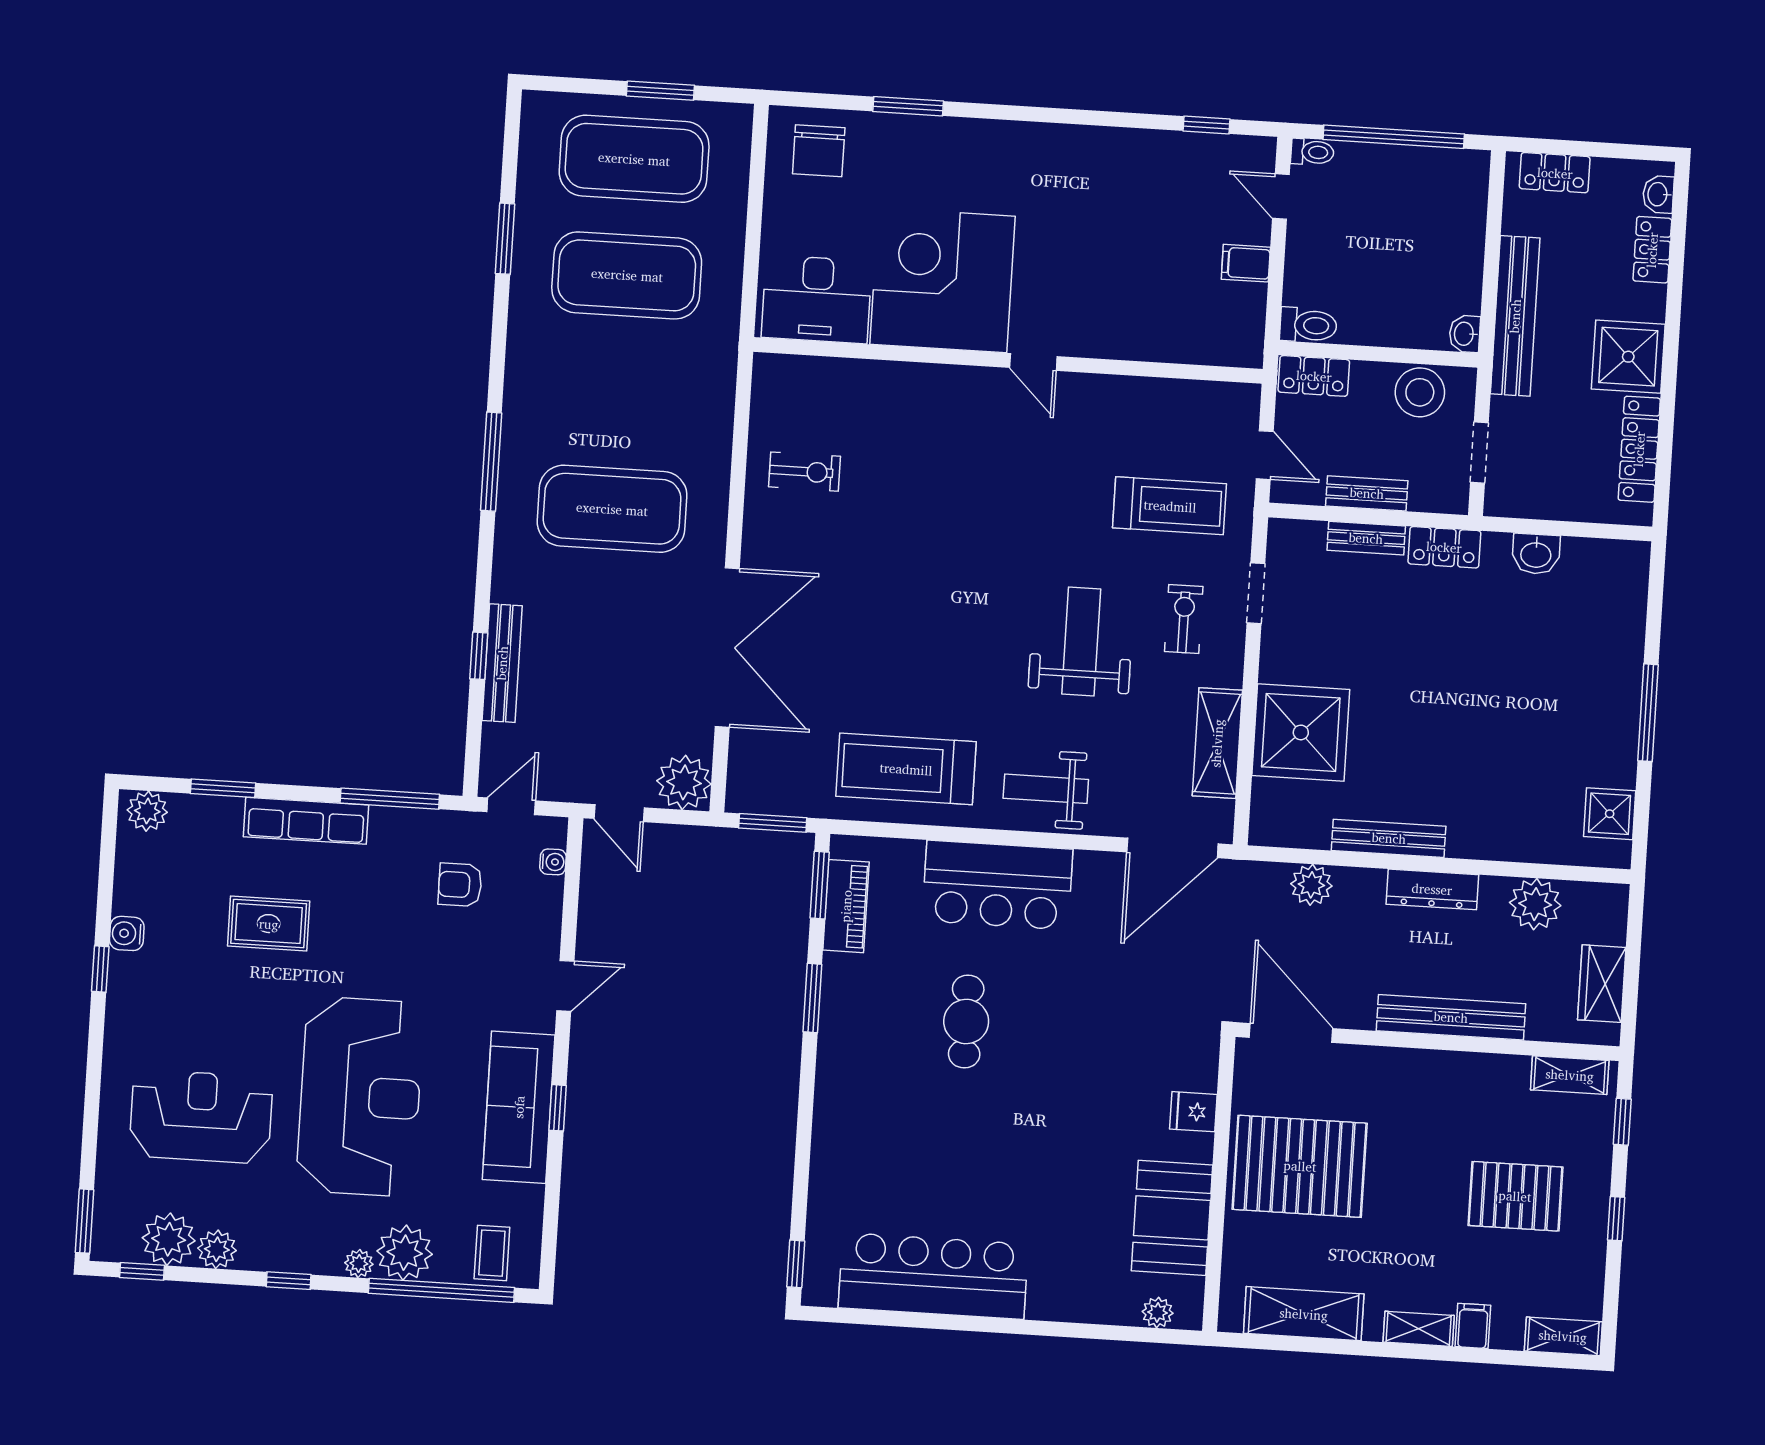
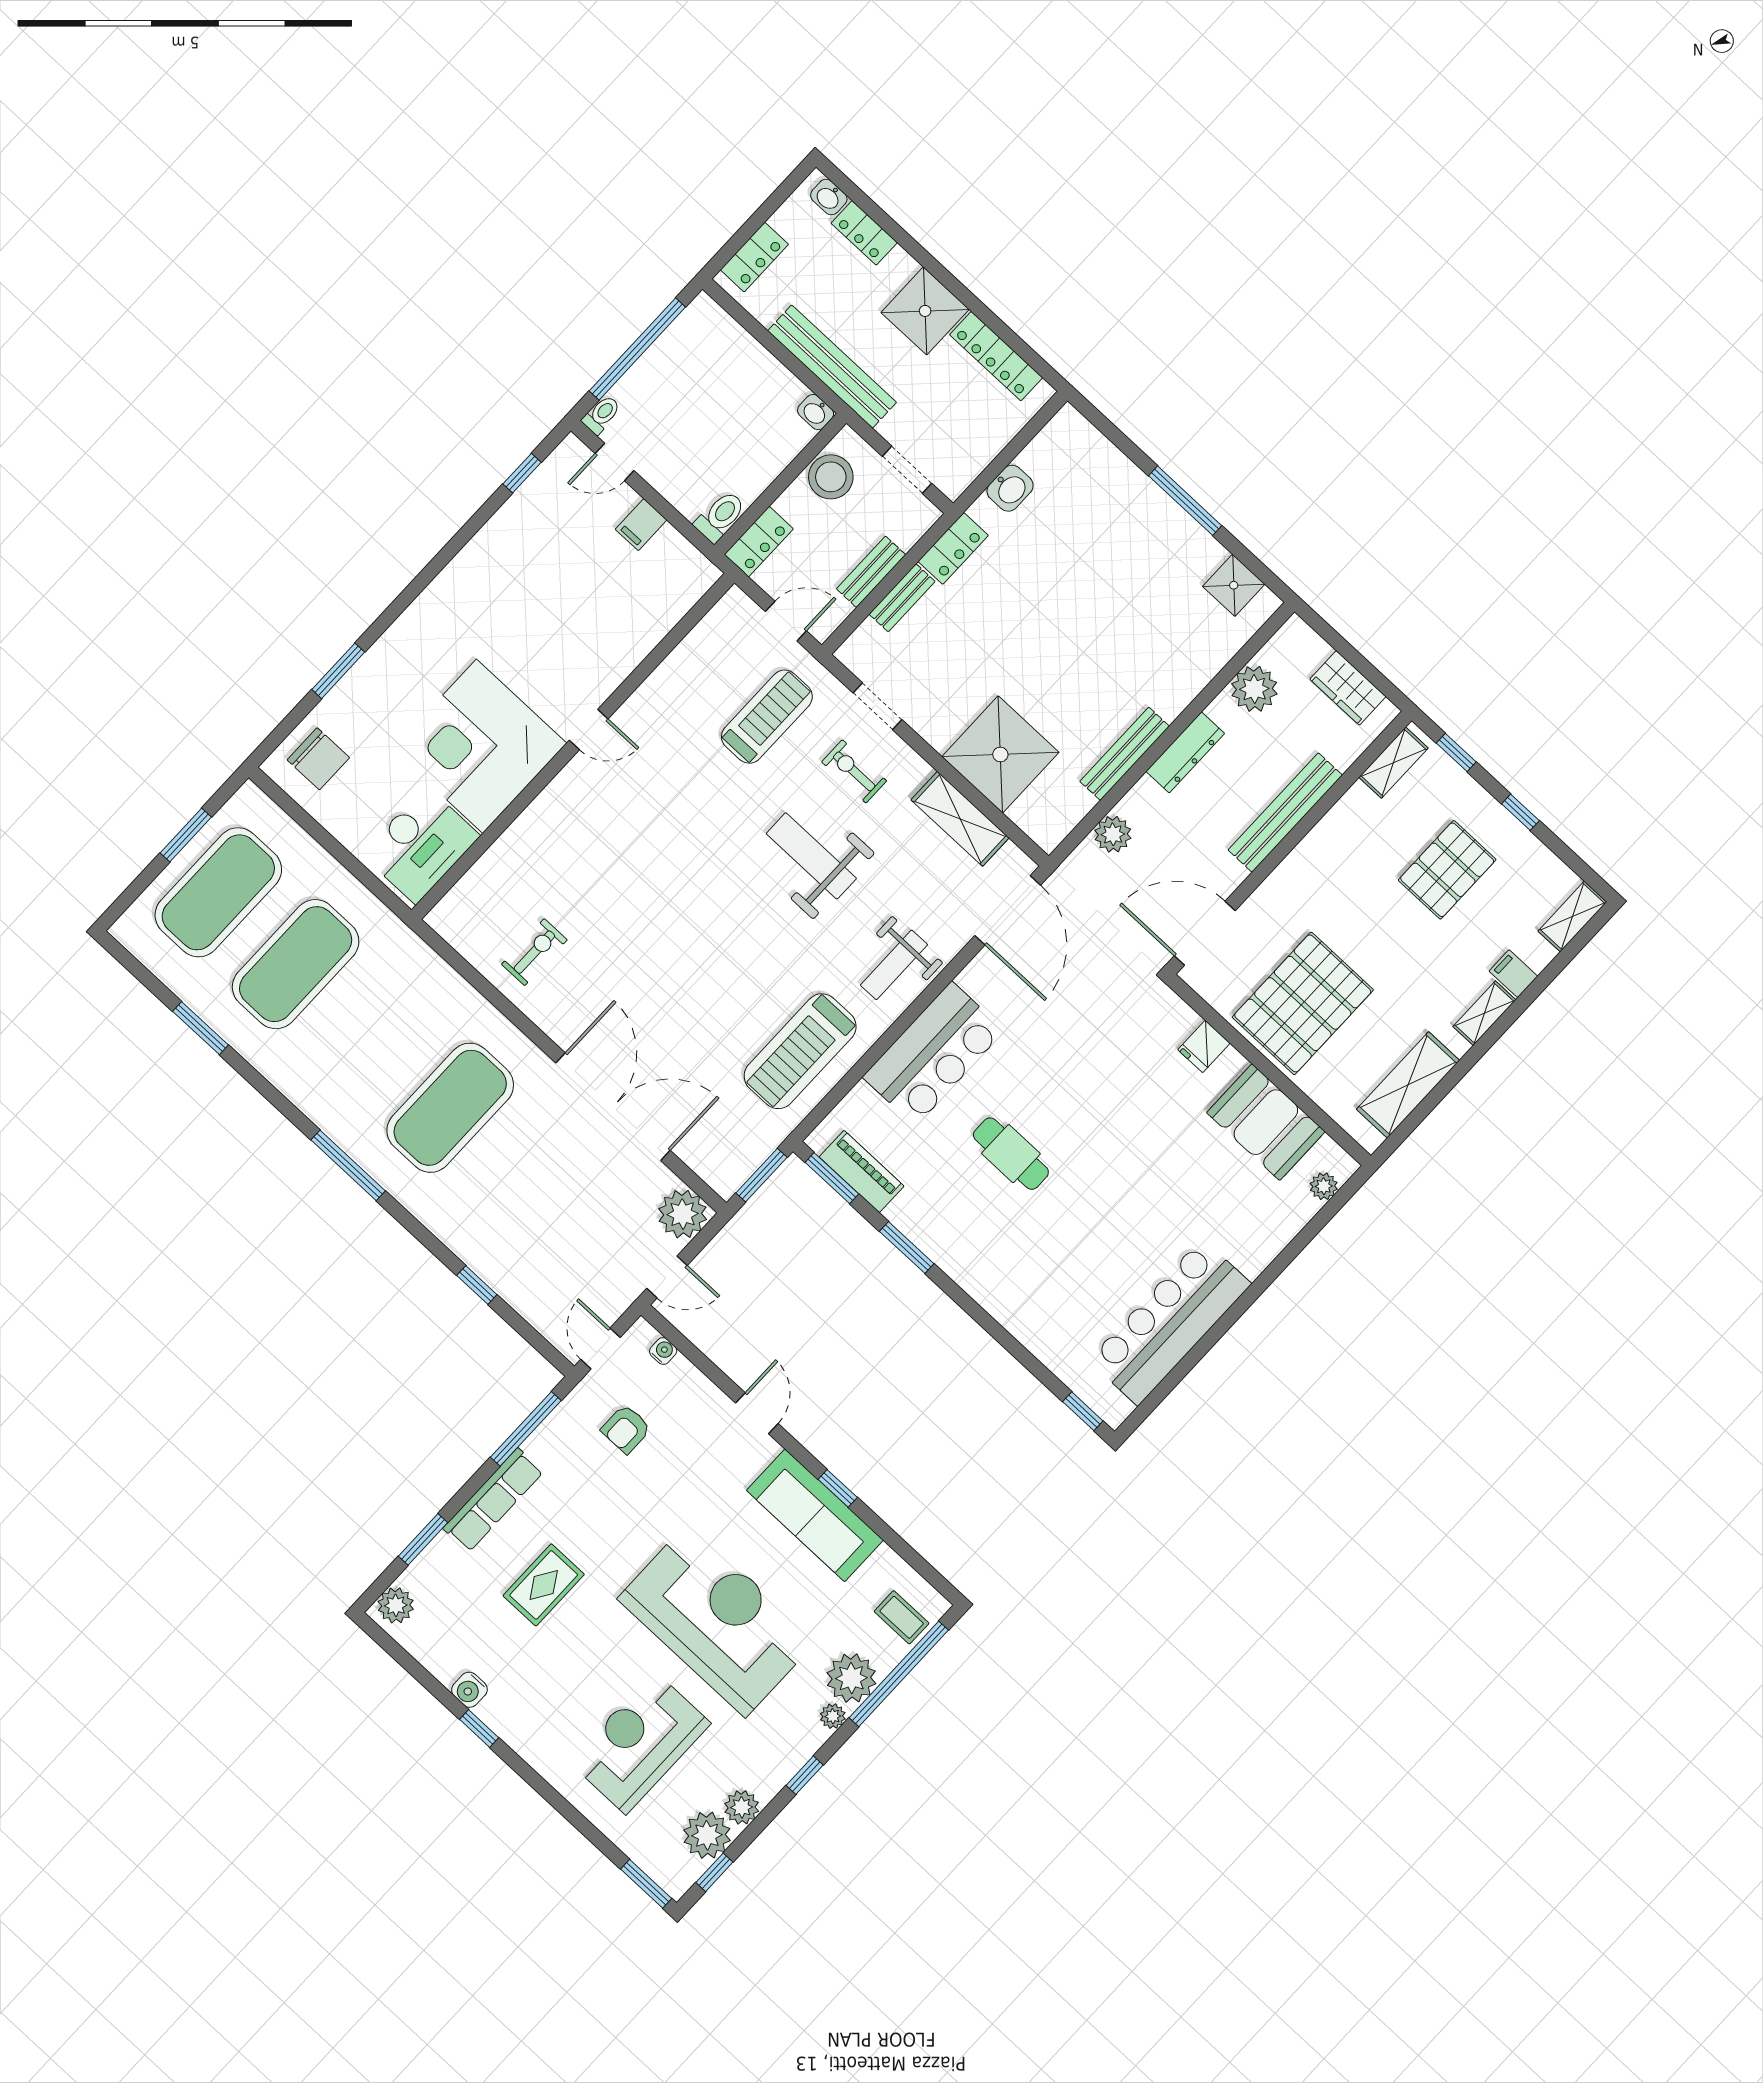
bench: (502, 663) -> (495, 1273), removed

